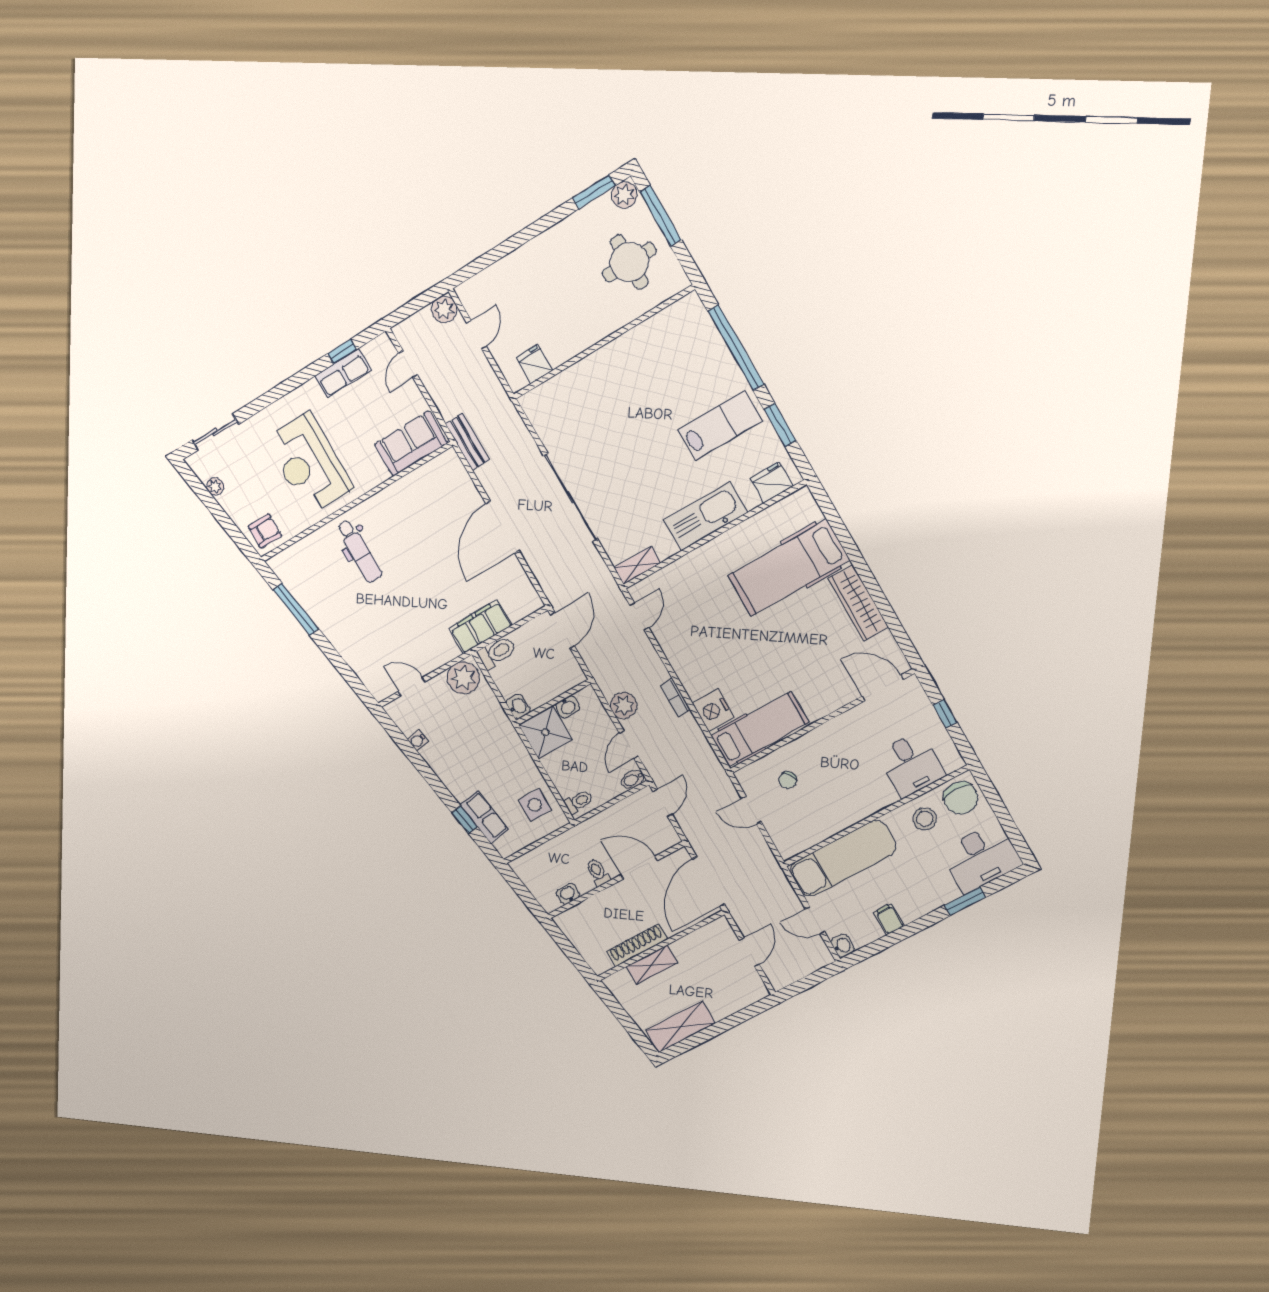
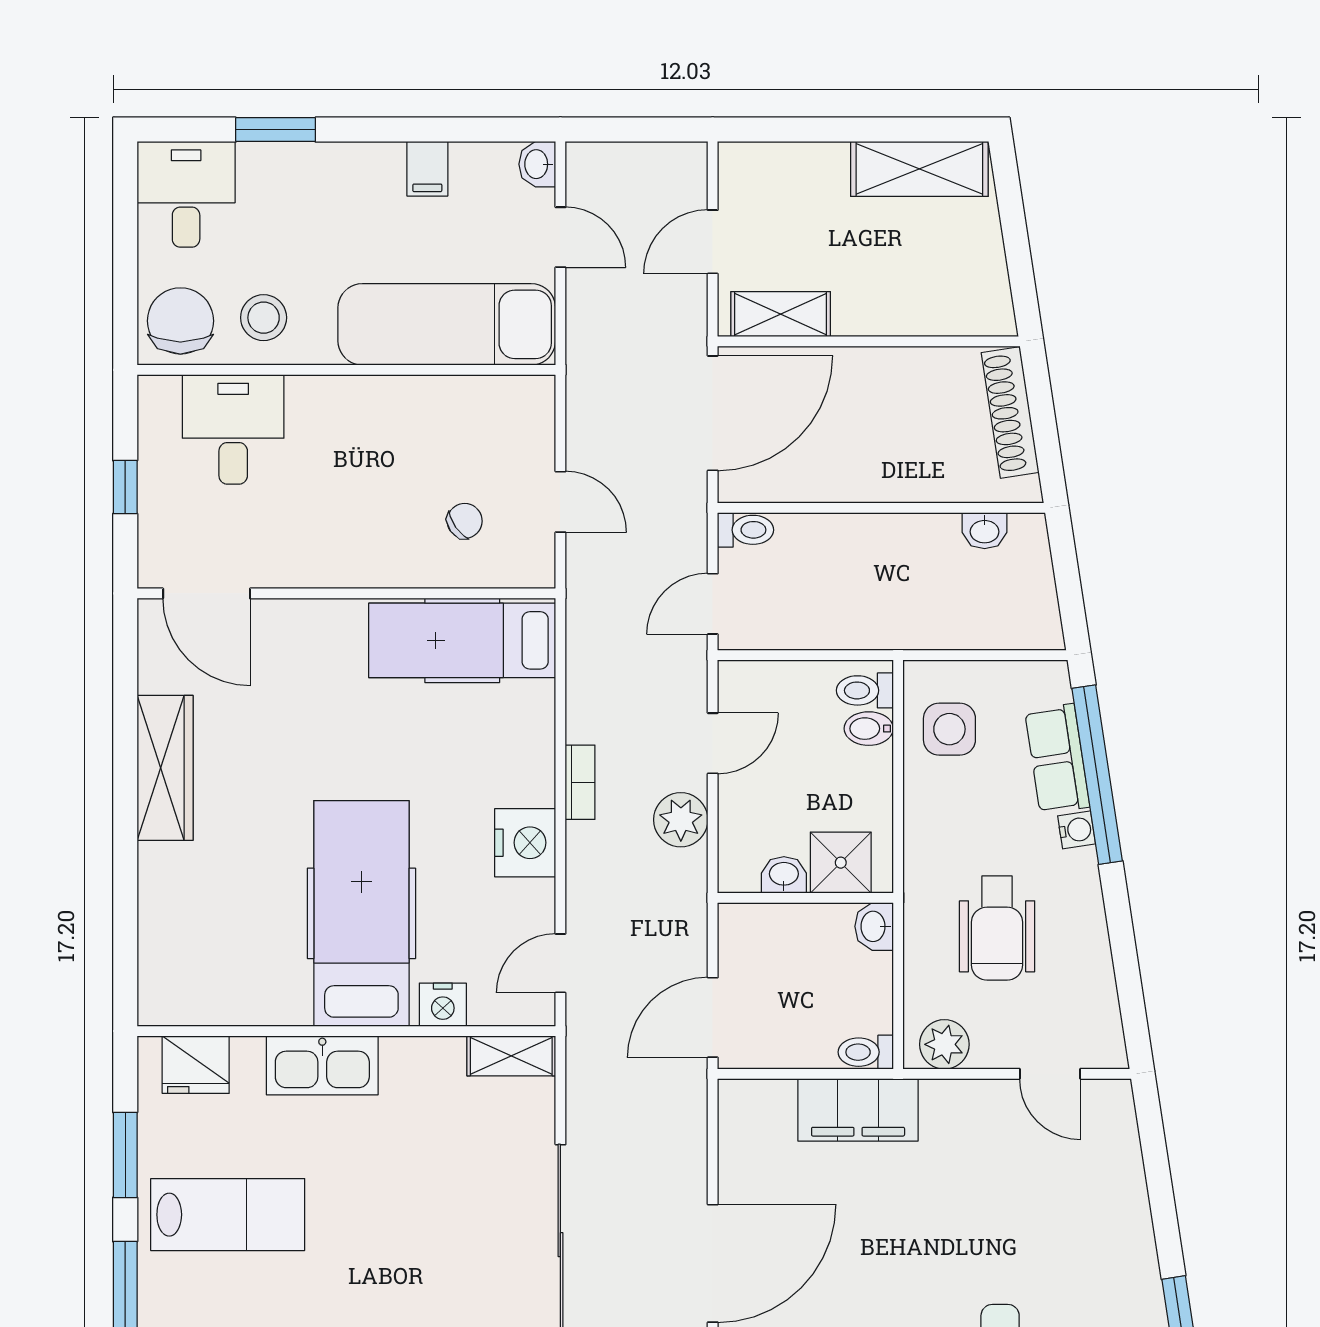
lab bench: (720, 426) -> (228, 1215), turned 180
kitchen sink: (705, 516) -> (322, 1065), width x0.73, depth x0.81
hospital bed: (789, 568) -> (361, 913), moved, turned -90
nightstand: (679, 570) -> (443, 1005), added
toilet: (497, 652) -> (866, 1052), width x0.73, depth x0.72
plant: (463, 678) -> (944, 1044), width x0.73, depth x0.73
nightstand: (713, 710) -> (525, 843), moved
shower: (545, 732) -> (841, 863), width x0.73, depth x0.73
wheelchair: (468, 734) -> (997, 928), added
water cooler: (418, 740) -> (1077, 830), moved
bidet: (633, 779) -> (869, 729), moved, turned 180
window: (465, 820) -> (1097, 775), width x3.17
desk: (981, 857) -> (186, 194), width x0.73
door: (639, 868) -> (824, 508), removed
toilet: (598, 872) -> (746, 530), moved, turned -90
shoe rack: (637, 945) -> (1010, 412), moved, turned 81
shelving: (652, 965) -> (781, 314), moved

